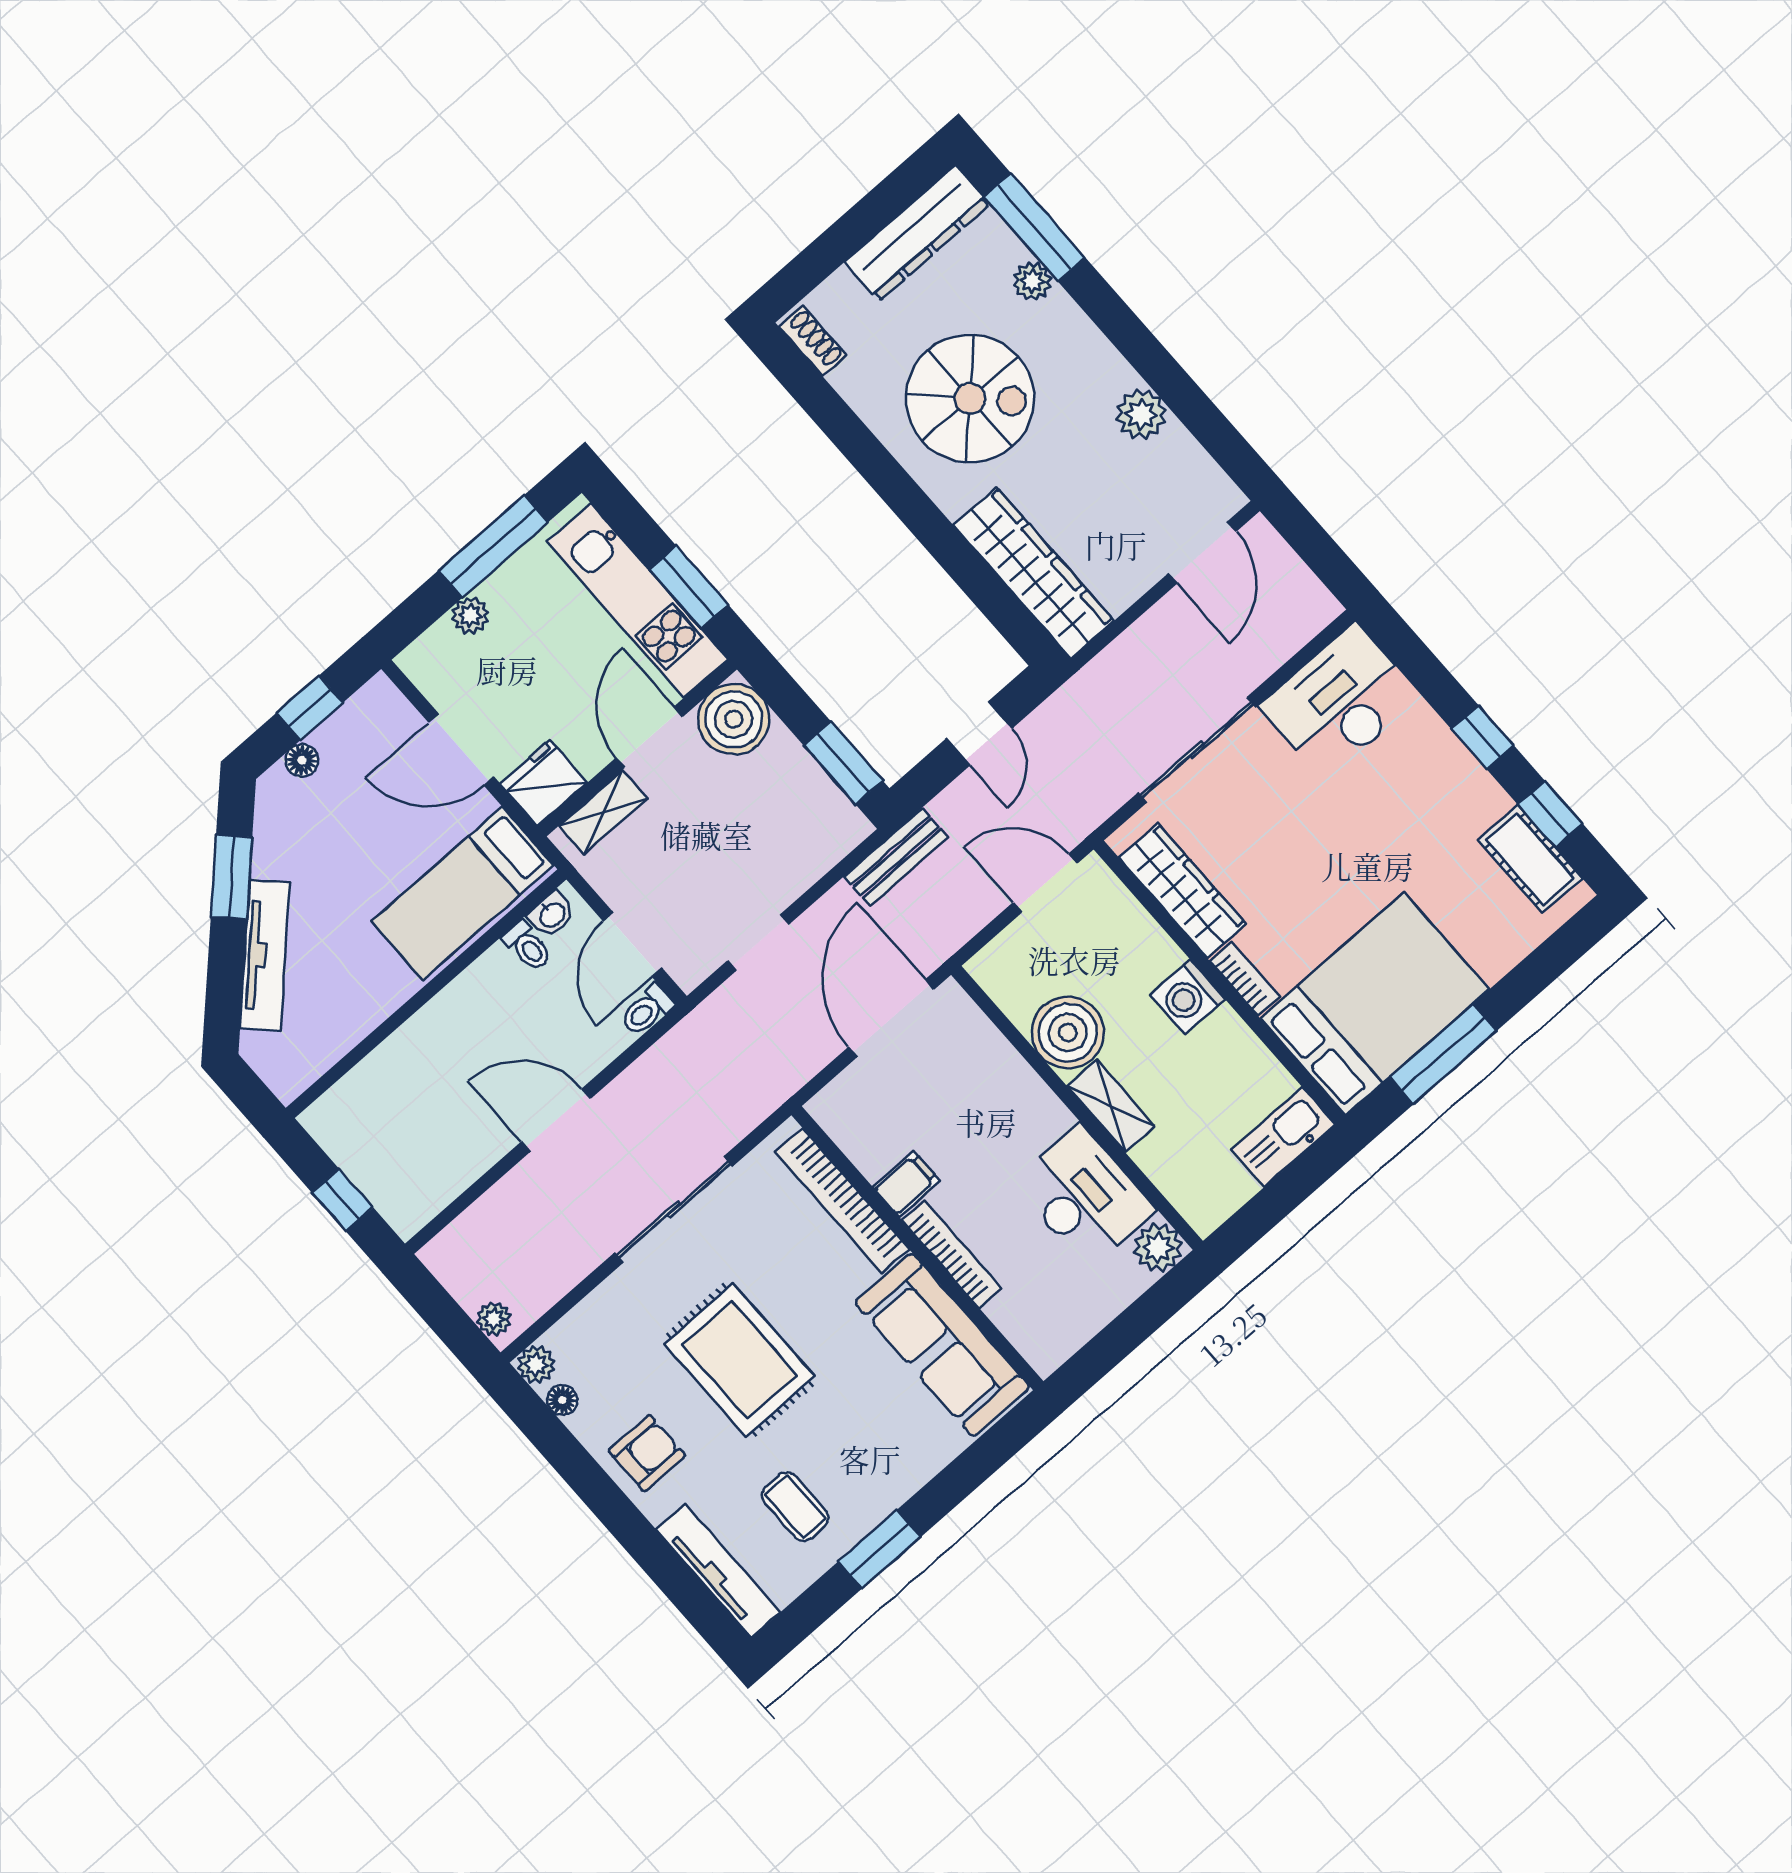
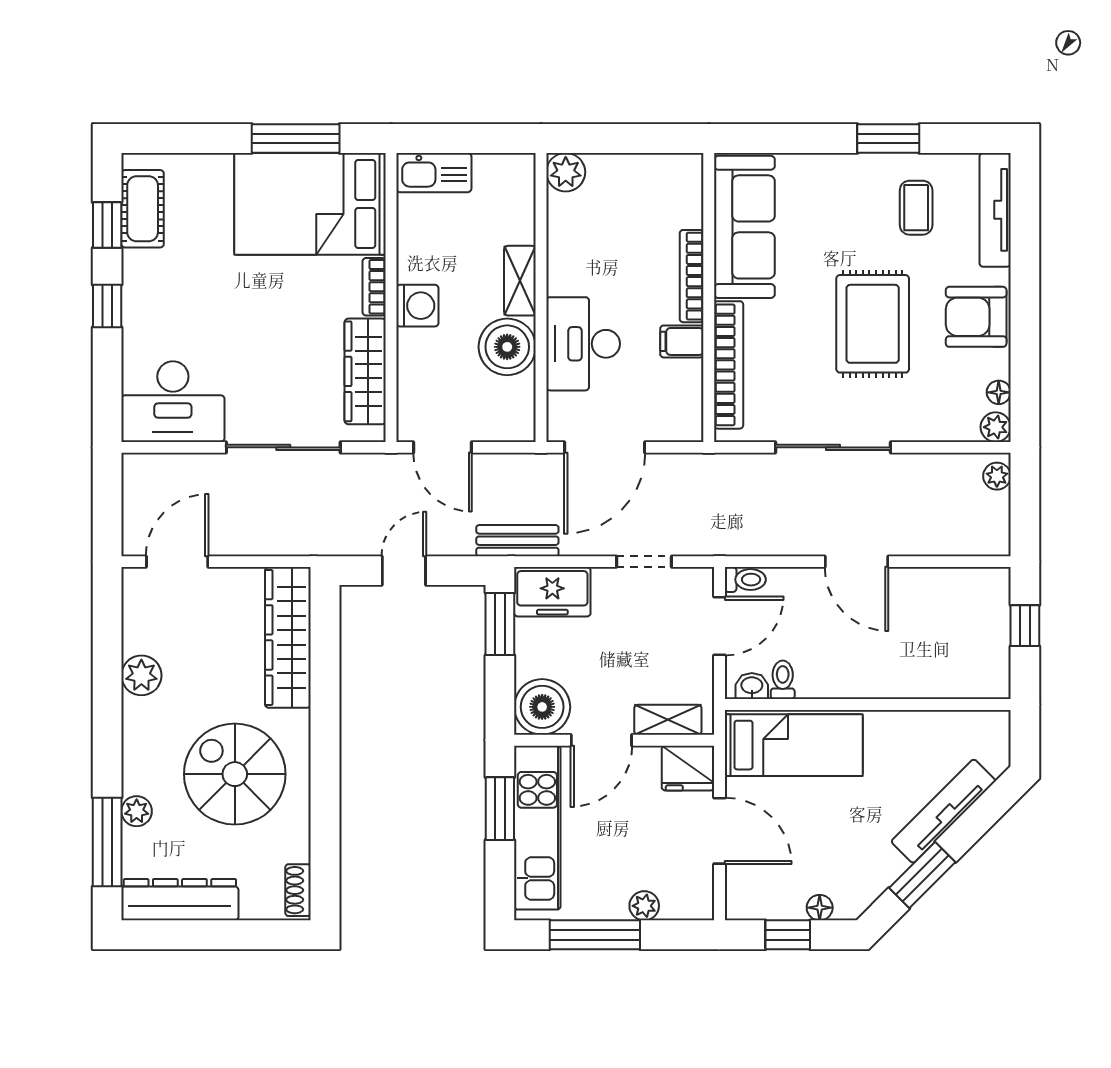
freezer: (820, 837) -> (552, 592), added
desk: (1084, 1197) -> (583, 344), moved
armchair: (647, 1453) -> (976, 317), width x1.38, depth x1.38

